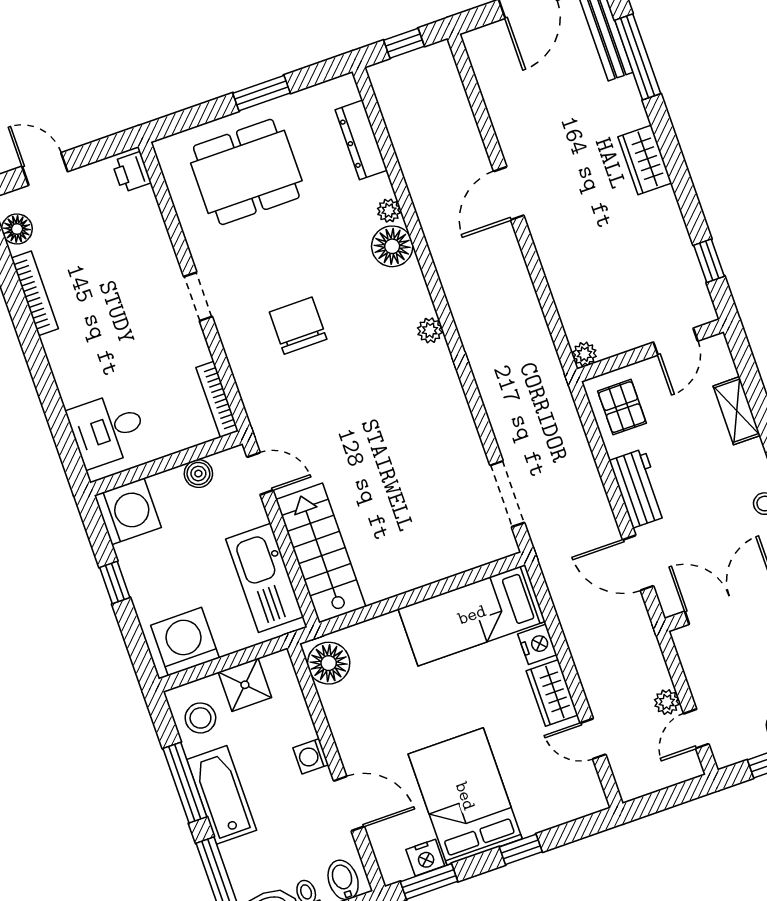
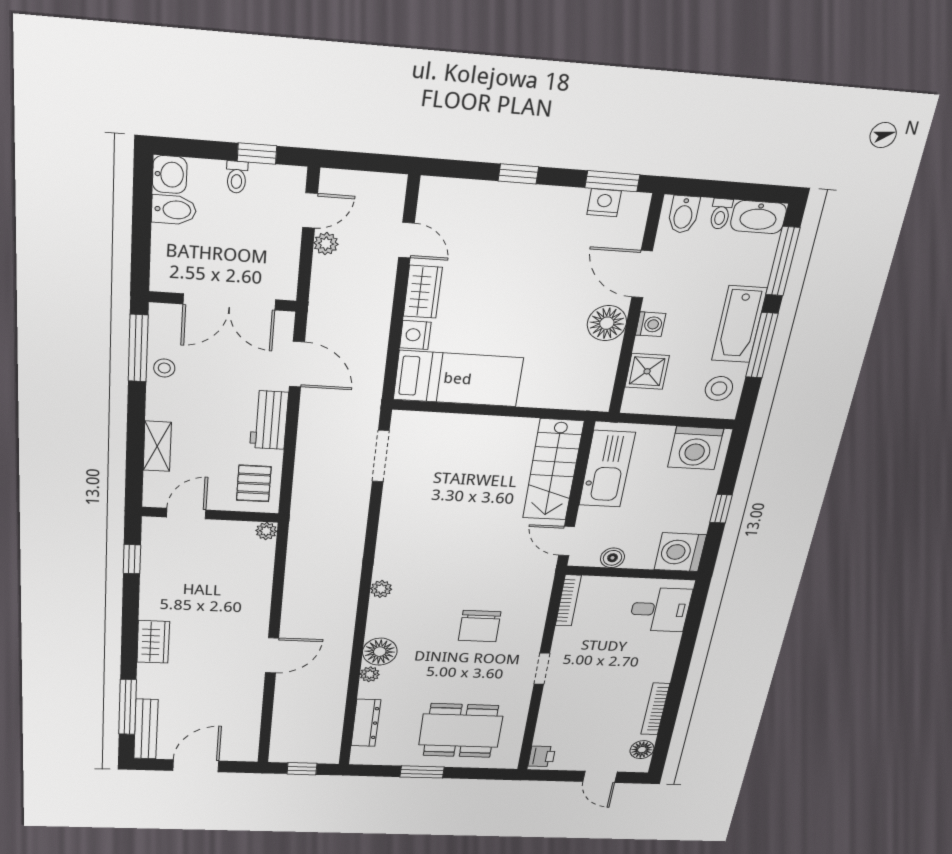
floor lamp: (329, 663) -> (607, 323), moved
shower: (245, 685) -> (647, 371), moved
bed: (465, 796) -> (542, 239), removed

